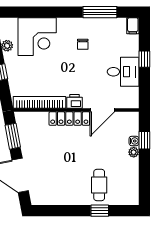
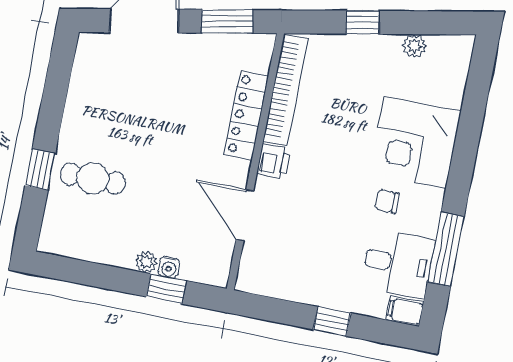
corner desk: (37, 37) -> (415, 142), moved
desk: (123, 72) -> (398, 264), moved, turned -90
locker: (69, 119) -> (246, 115), moved

